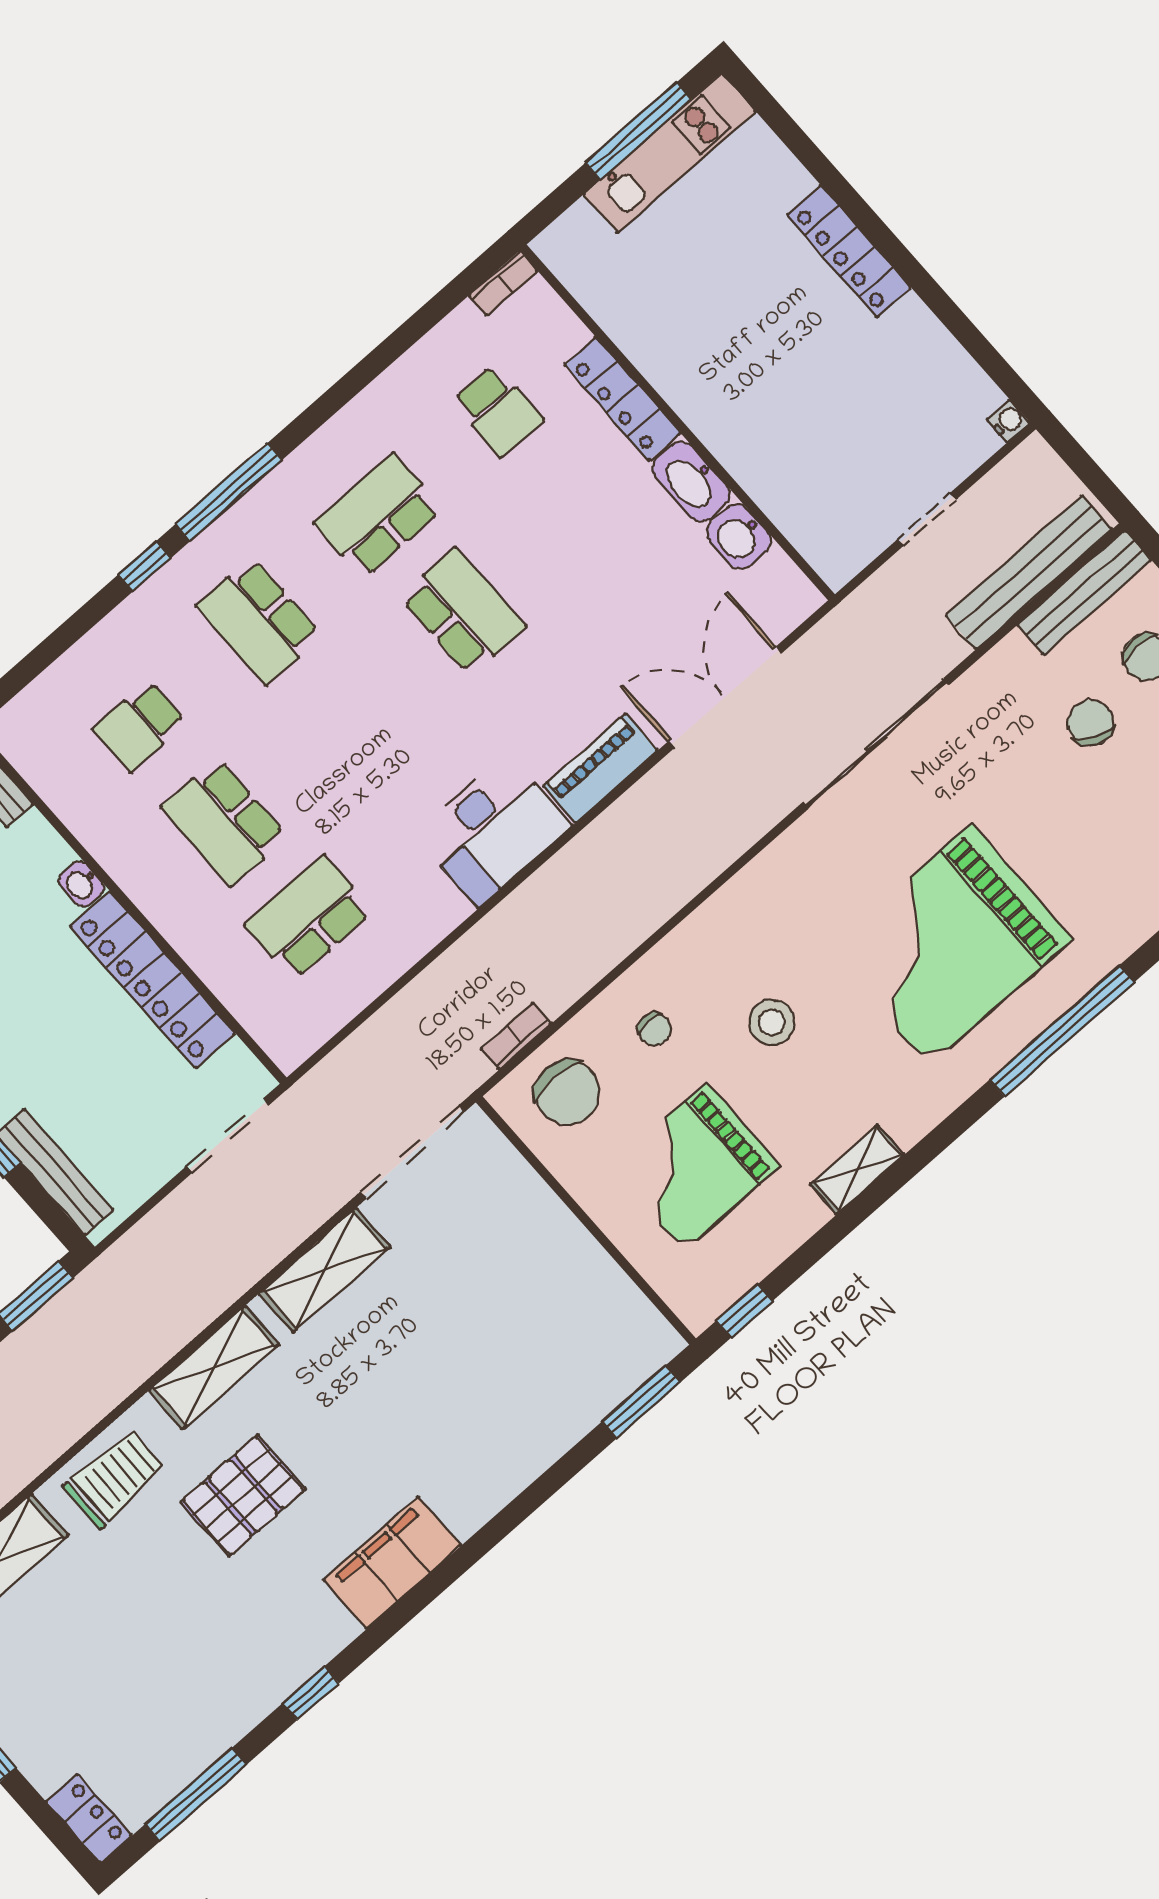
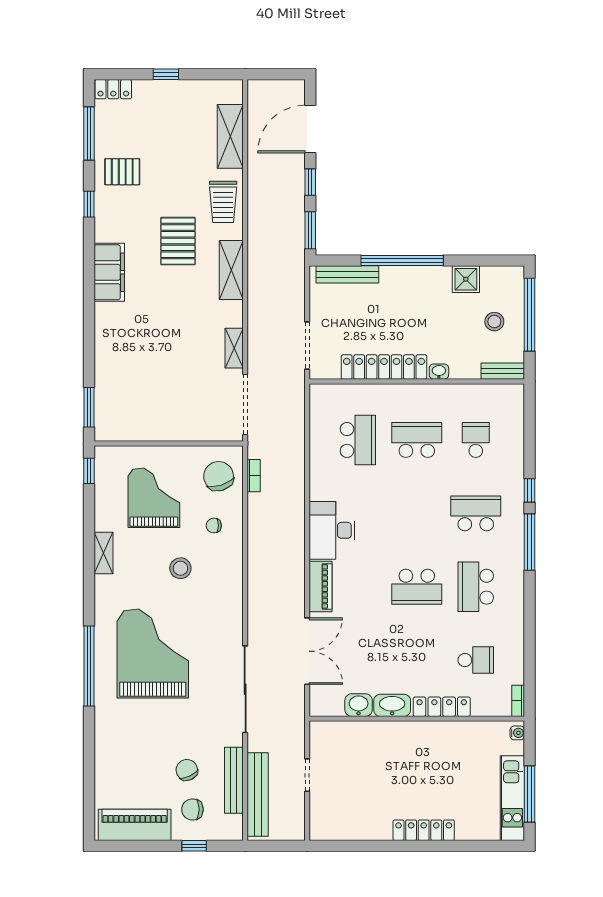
school desk: (498, 410) -> (476, 660), turned 180
water cooler: (1008, 421) -> (517, 733), moved, turned -90
school desk: (378, 516) -> (476, 587), turned 180
bench: (1084, 593) -> (234, 780), moved
chair: (1091, 723) -> (187, 770), turned -139
chair: (567, 1092) -> (219, 476), turned 73
shelving: (325, 1270) -> (234, 348), width x0.67, depth x0.75
pallet: (210, 1686) -> (122, 172), added

